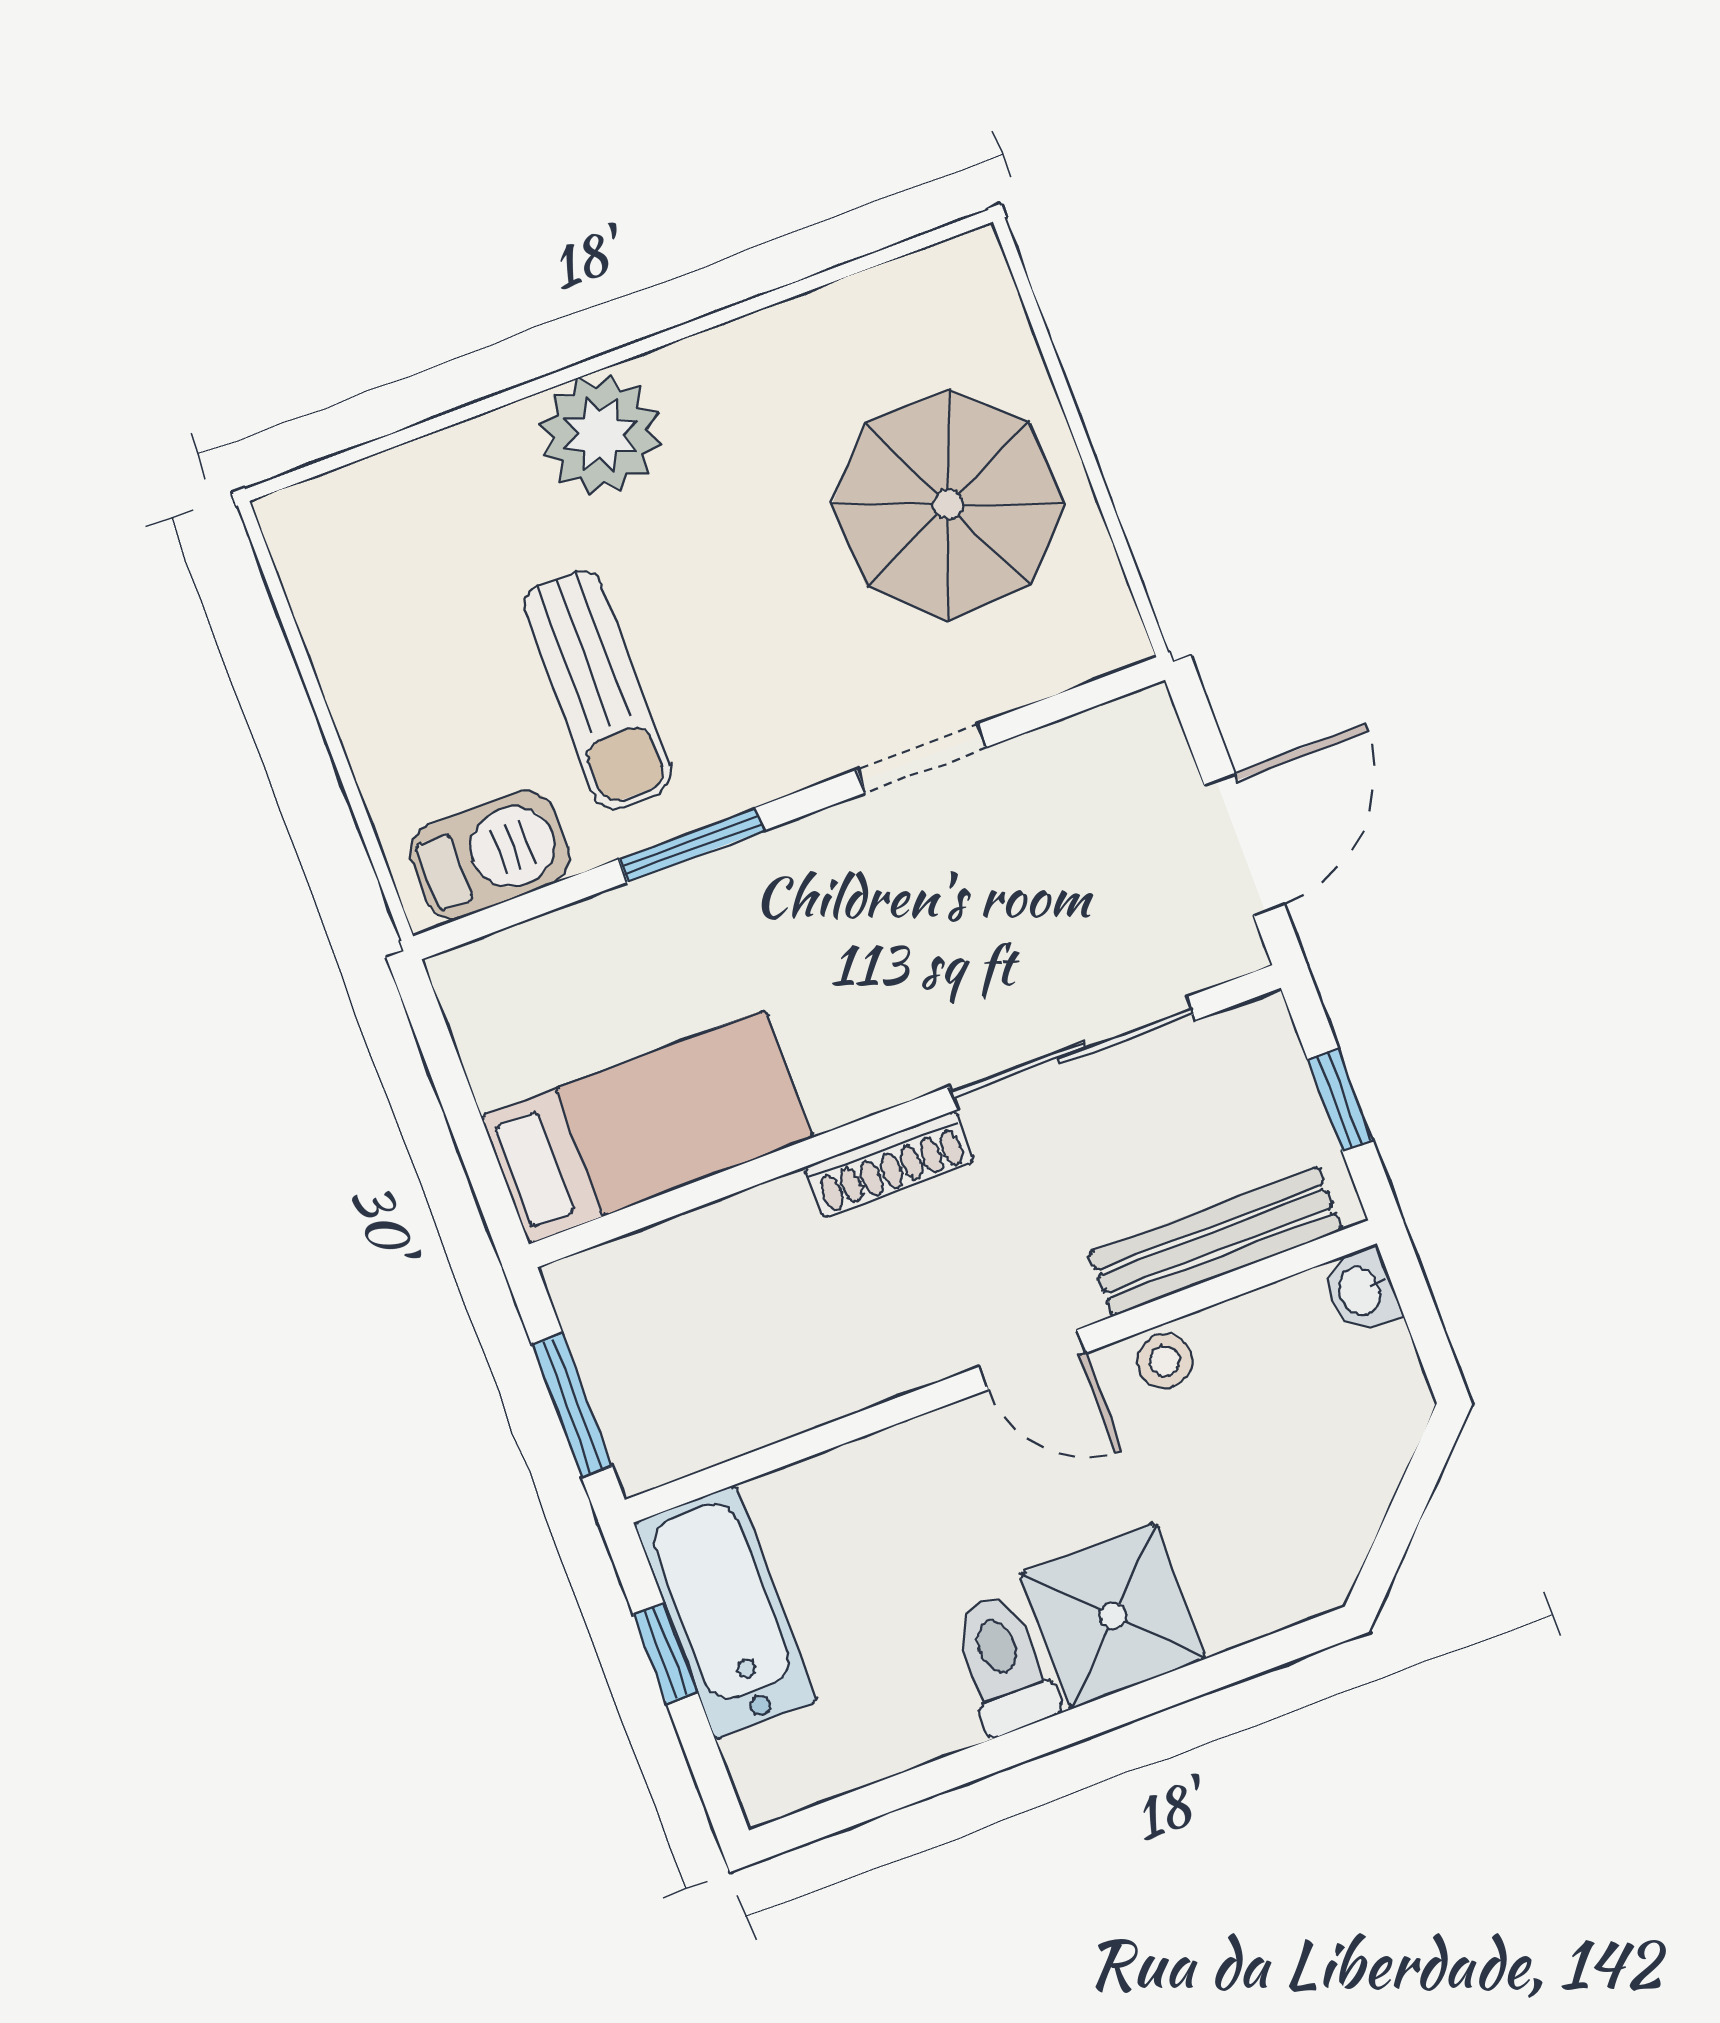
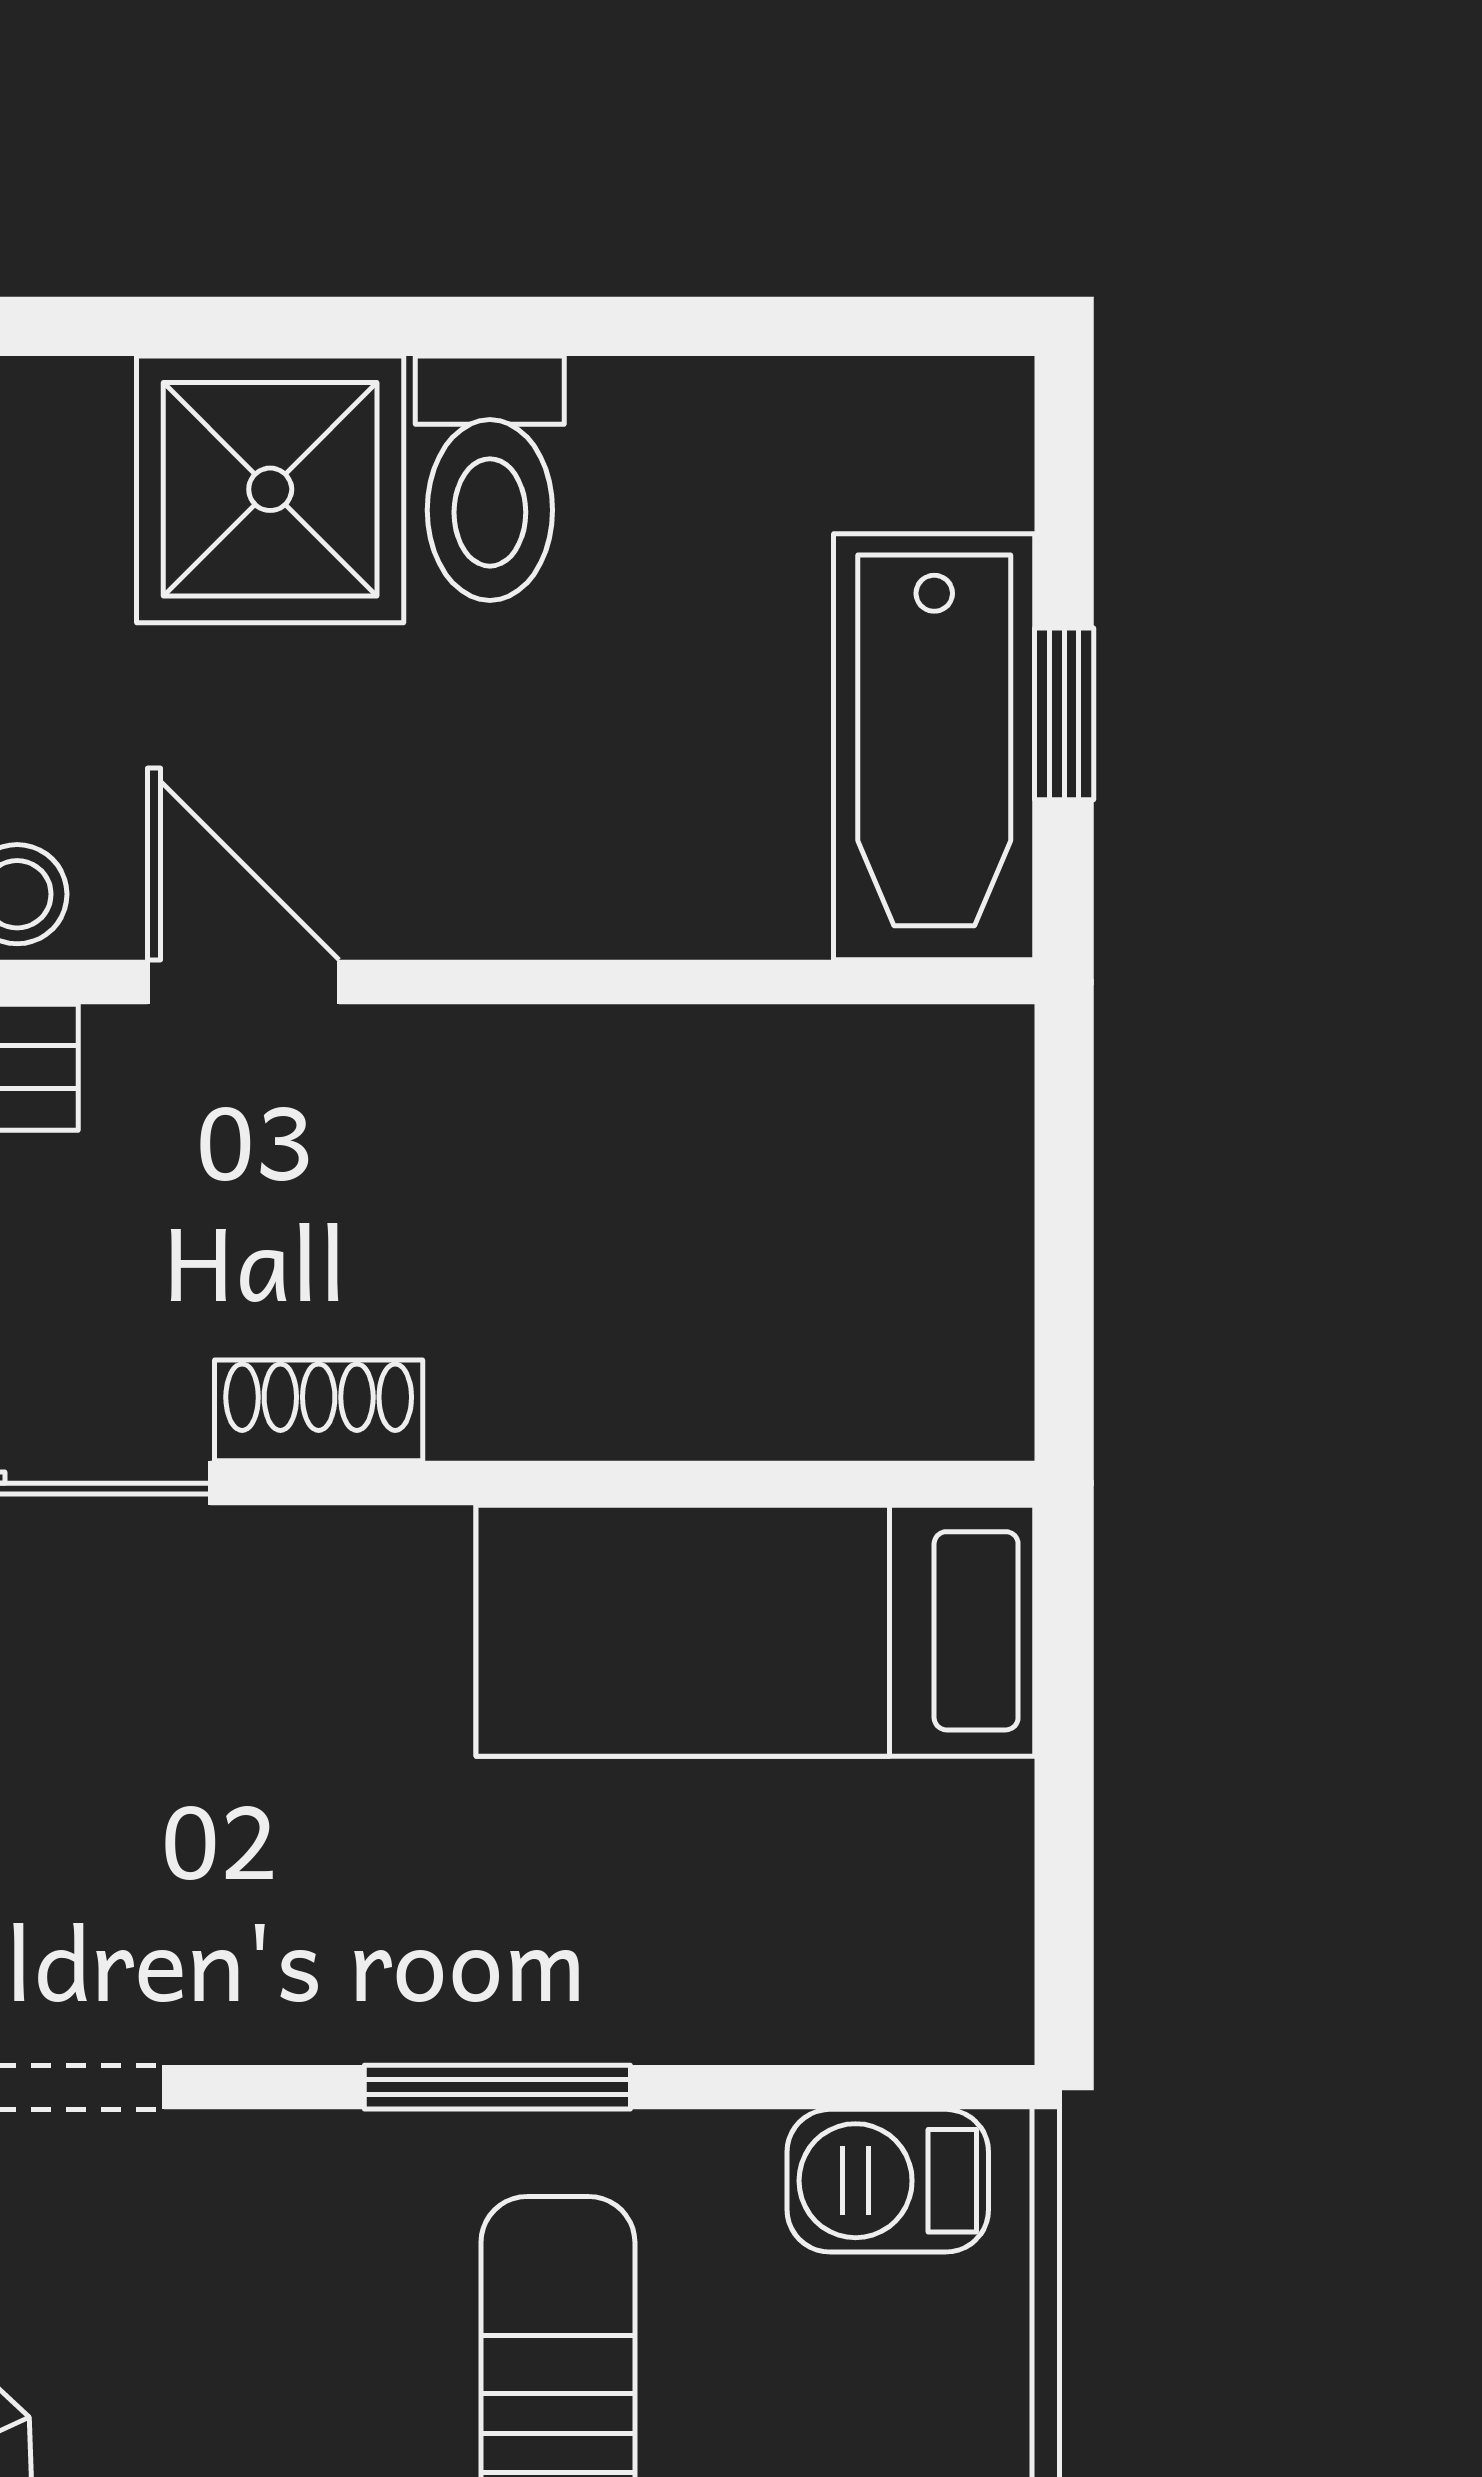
barbecue: (490, 855) -> (888, 2181), width x0.73, depth x0.79
shoe rack: (889, 1164) -> (319, 1410), width x0.70
window: (572, 1406) -> (1064, 1200), removed

